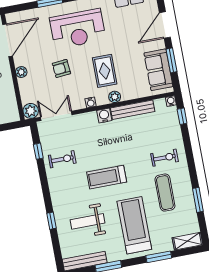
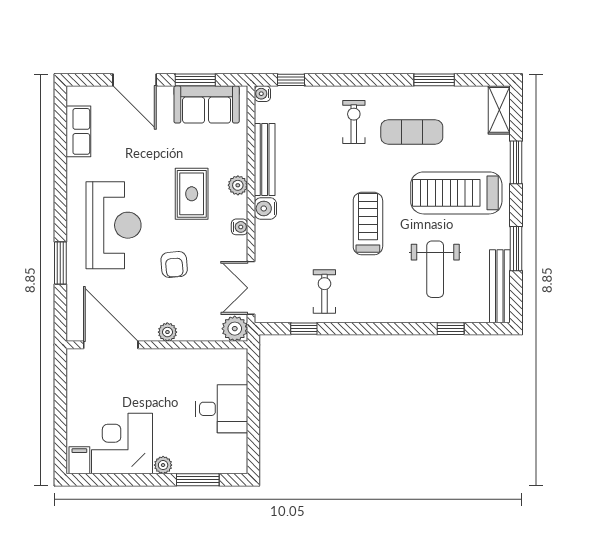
rug: (105, 71) -> (192, 194), turned 90
treadmill: (107, 177) -> (368, 224), turned 180
window: (51, 221) -> (451, 329), moved

